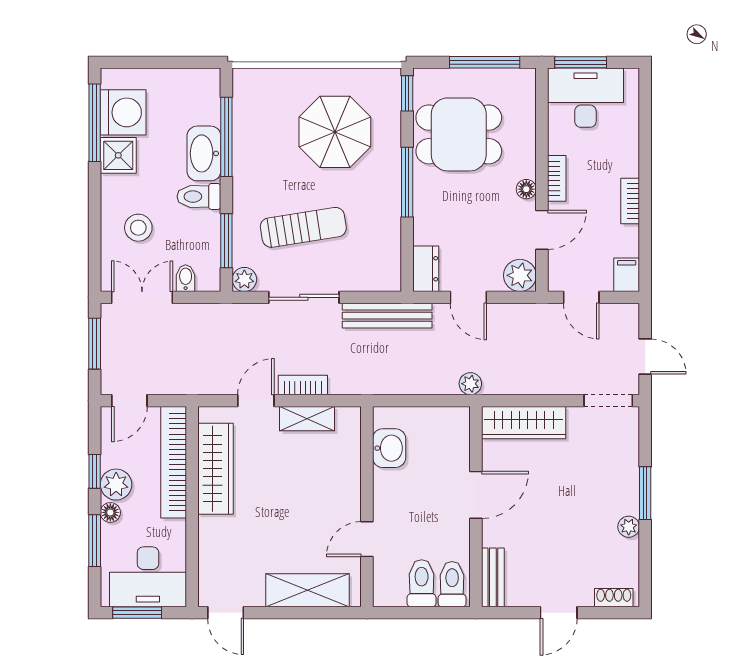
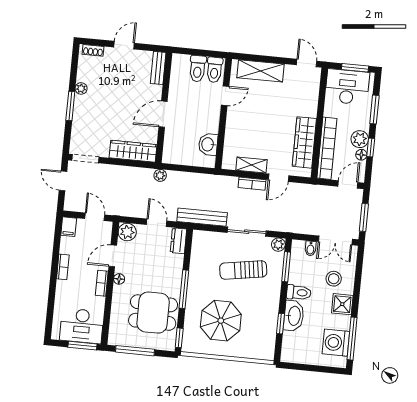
window: (226, 137) -> (281, 324), width x0.46
shower: (118, 155) -> (342, 304), moved
floor lamp: (110, 512) -> (361, 155), moved
toilet: (452, 584) -> (214, 70), moved

